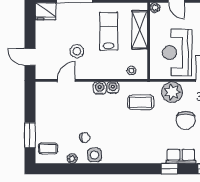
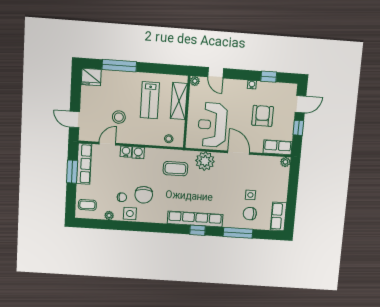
lab bench: (109, 31) -> (150, 100), turned 180
water cooler: (113, 88) -> (126, 152), moved
row of seats: (42, 104) -> (84, 164), added
chair: (186, 120) -> (144, 195), moved
window: (30, 135) -> (72, 172), moved
row of seats: (181, 156) -> (195, 219), width x2.02

